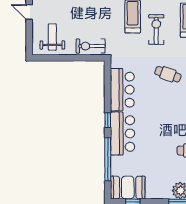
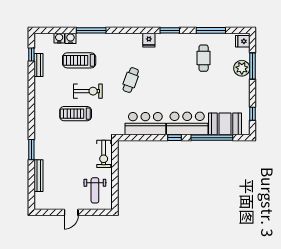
exercise bike: (156, 29) -> (88, 91), turned 180
weight bench: (52, 37) -> (95, 190), turned -90
booth: (128, 188) -> (225, 124), moved, turned 90

